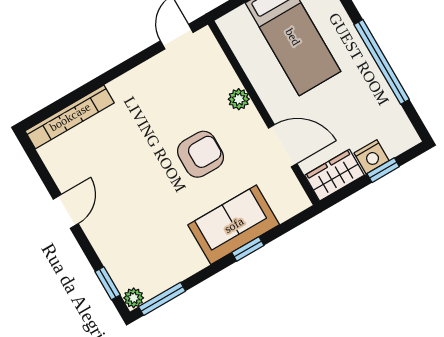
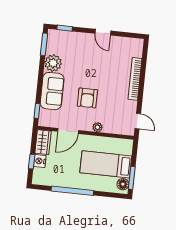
bookcase: (70, 117) -> (135, 79), moved
window: (248, 249) -> (37, 111), moved
plant: (134, 298) -> (53, 63), moved, width x1.88, depth x1.88

